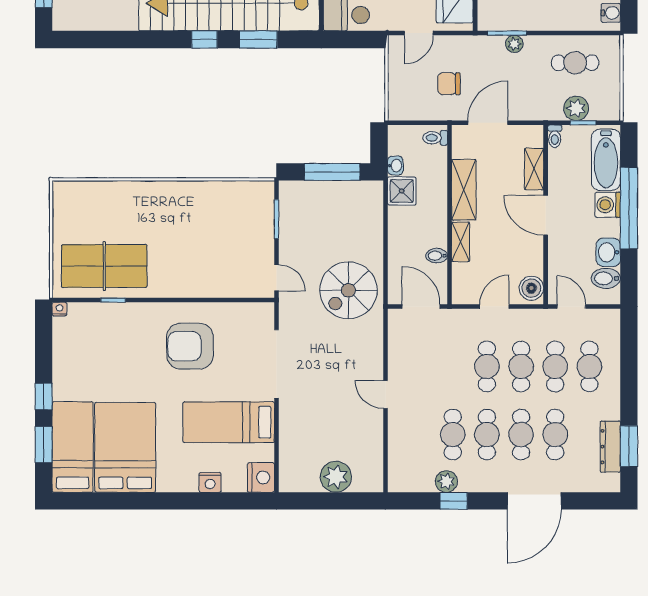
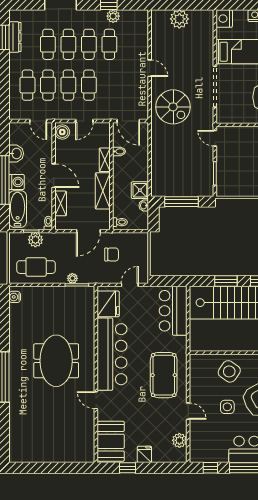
cafe table: (575, 63) -> (36, 267), width x1.37, depth x1.35
bidet: (606, 278) -> (18, 138), removed
spiral stairs: (348, 290) -> (173, 107), moved, turned 90

